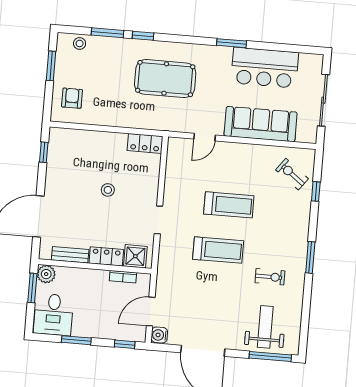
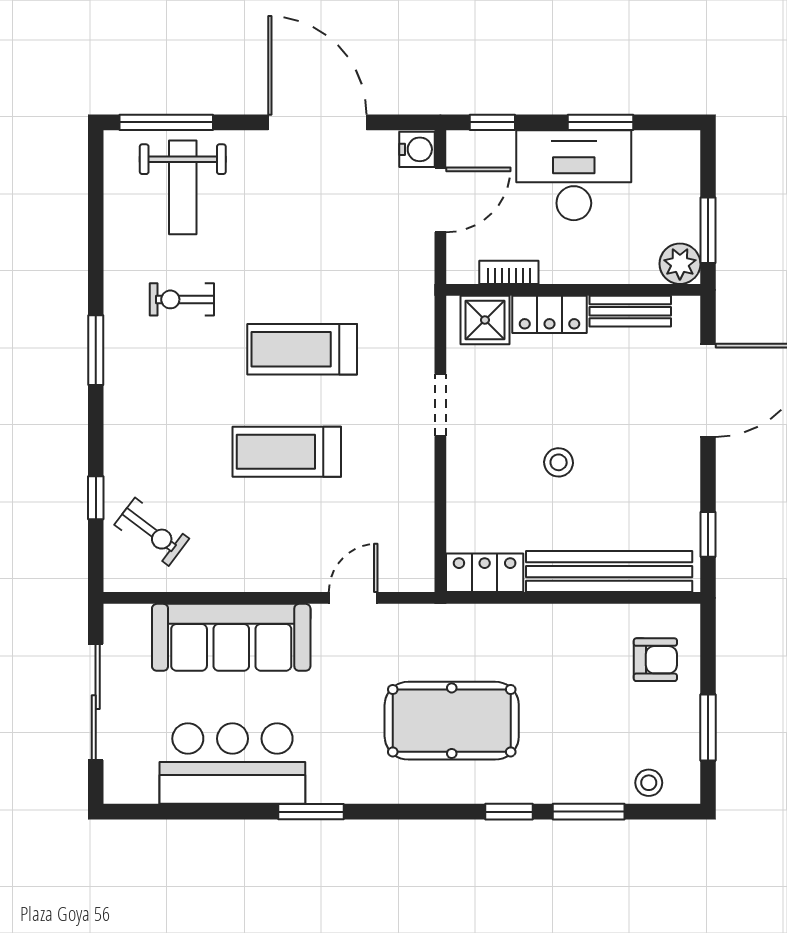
armchair: (72, 98) -> (655, 660), turned -90
bench: (89, 139) -> (609, 572), added
desk: (53, 315) -> (574, 175), moved, width x1.37

